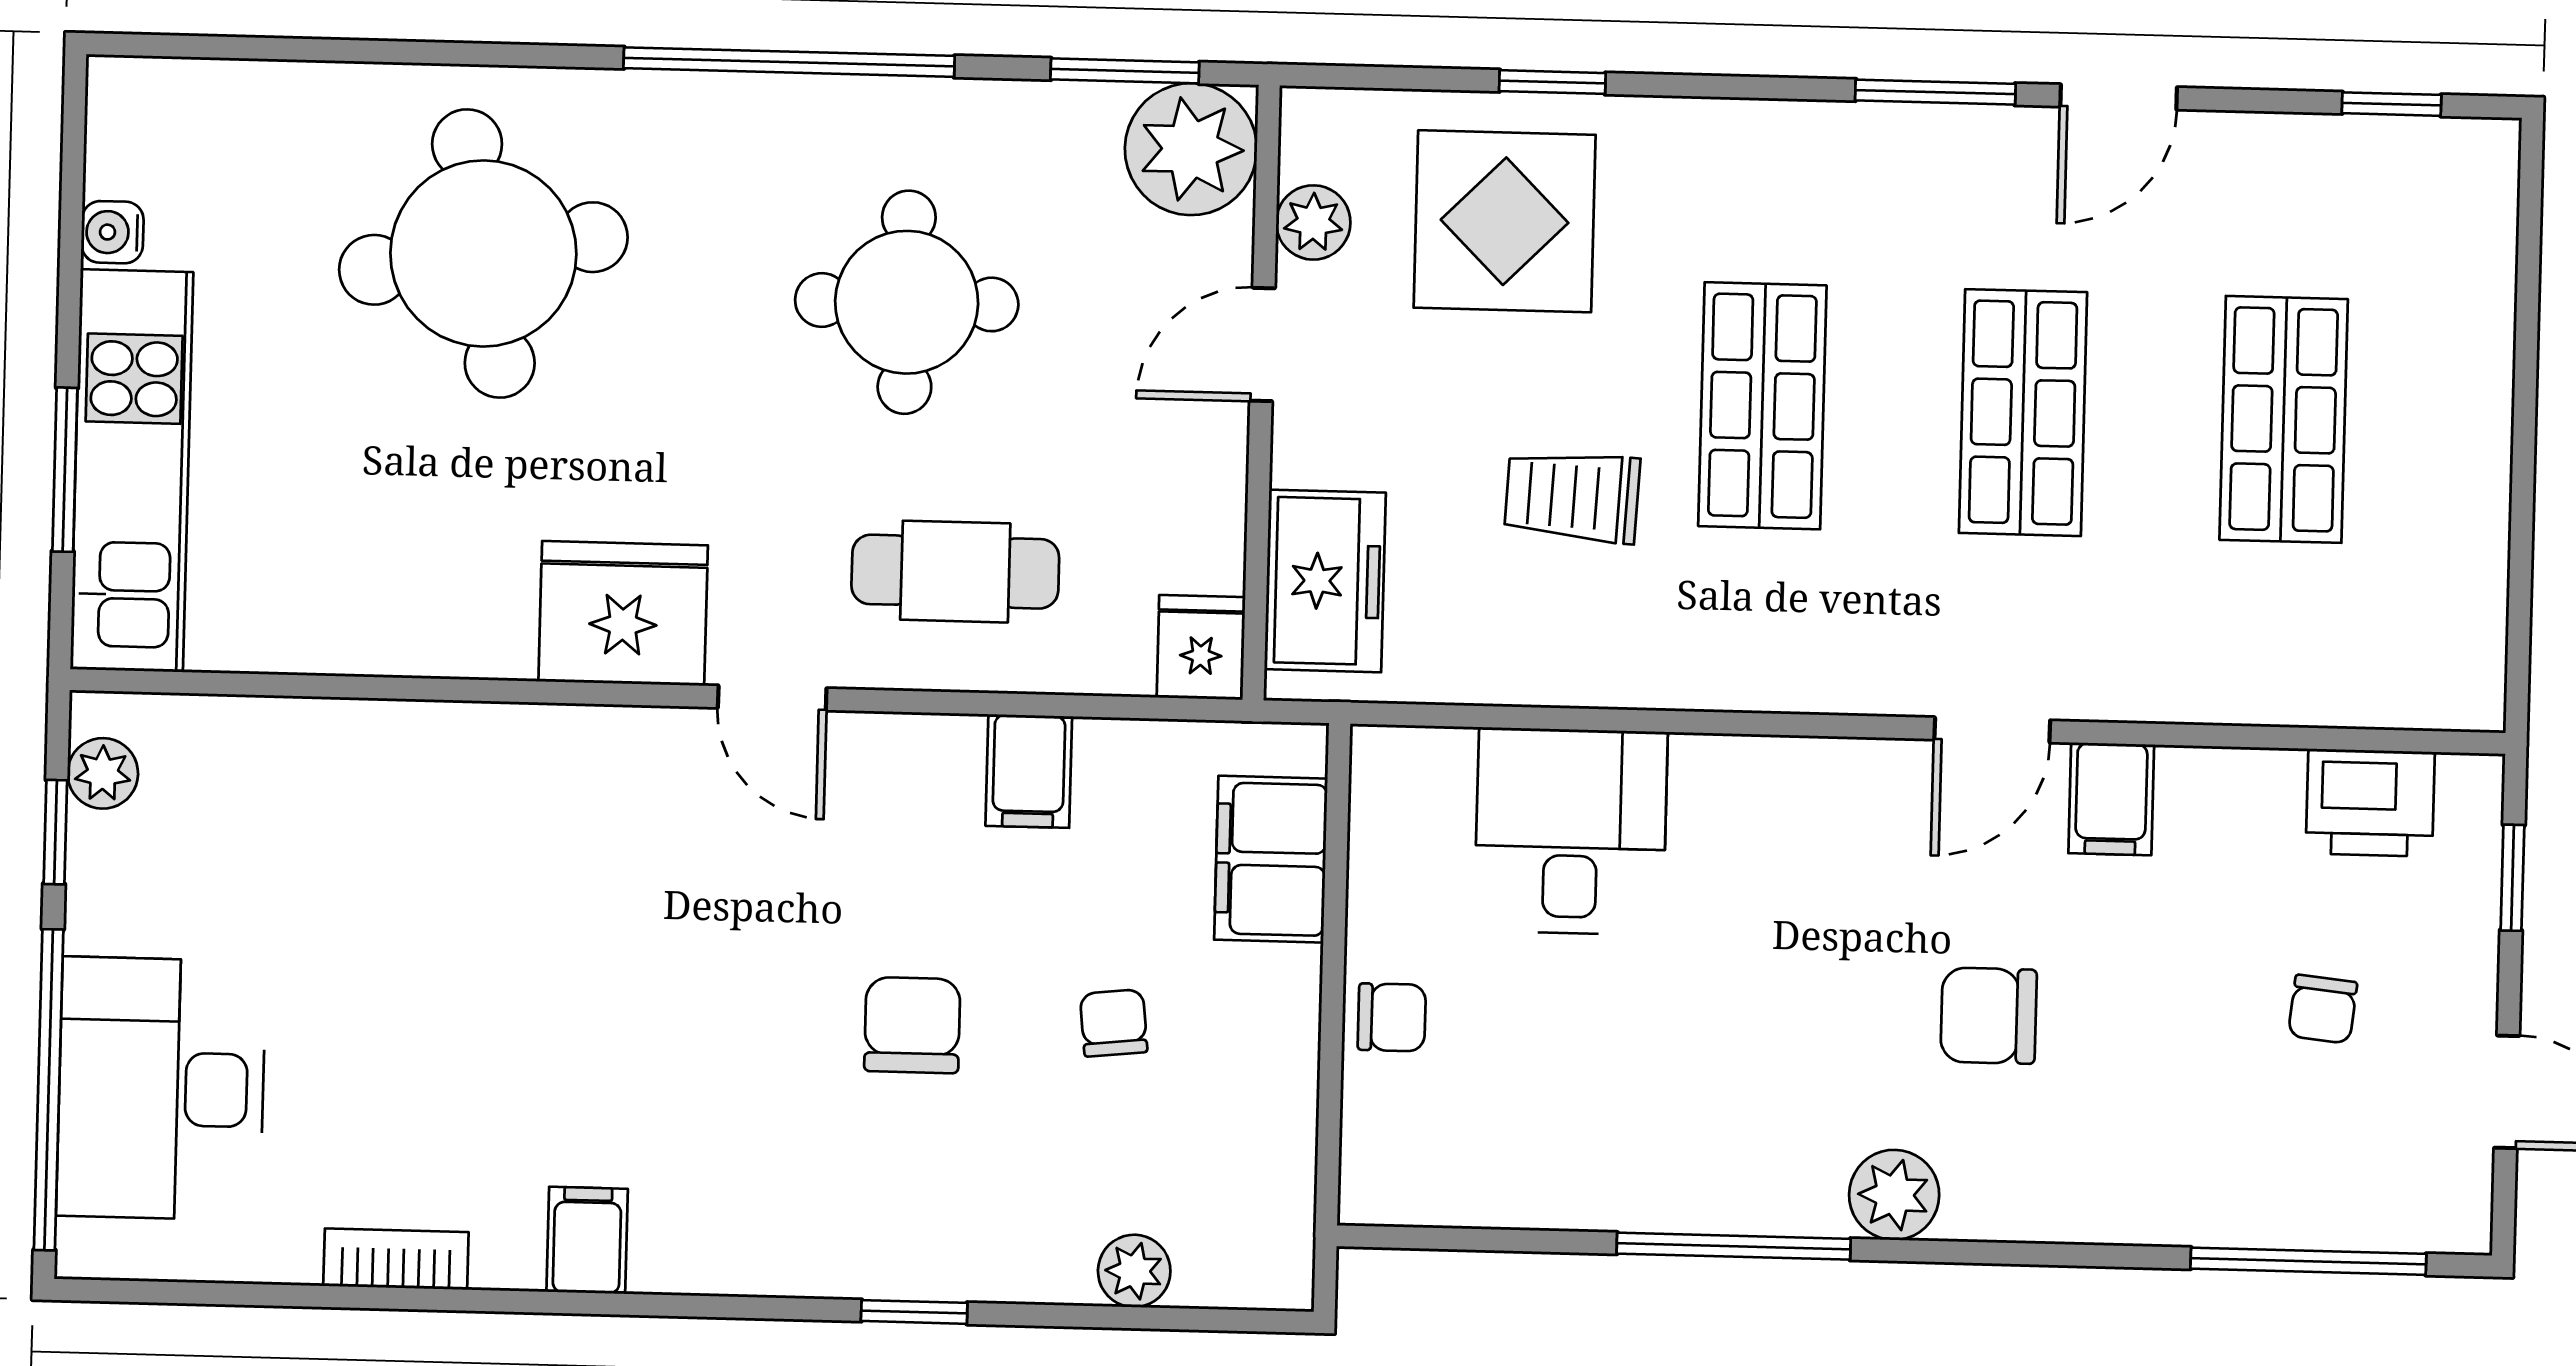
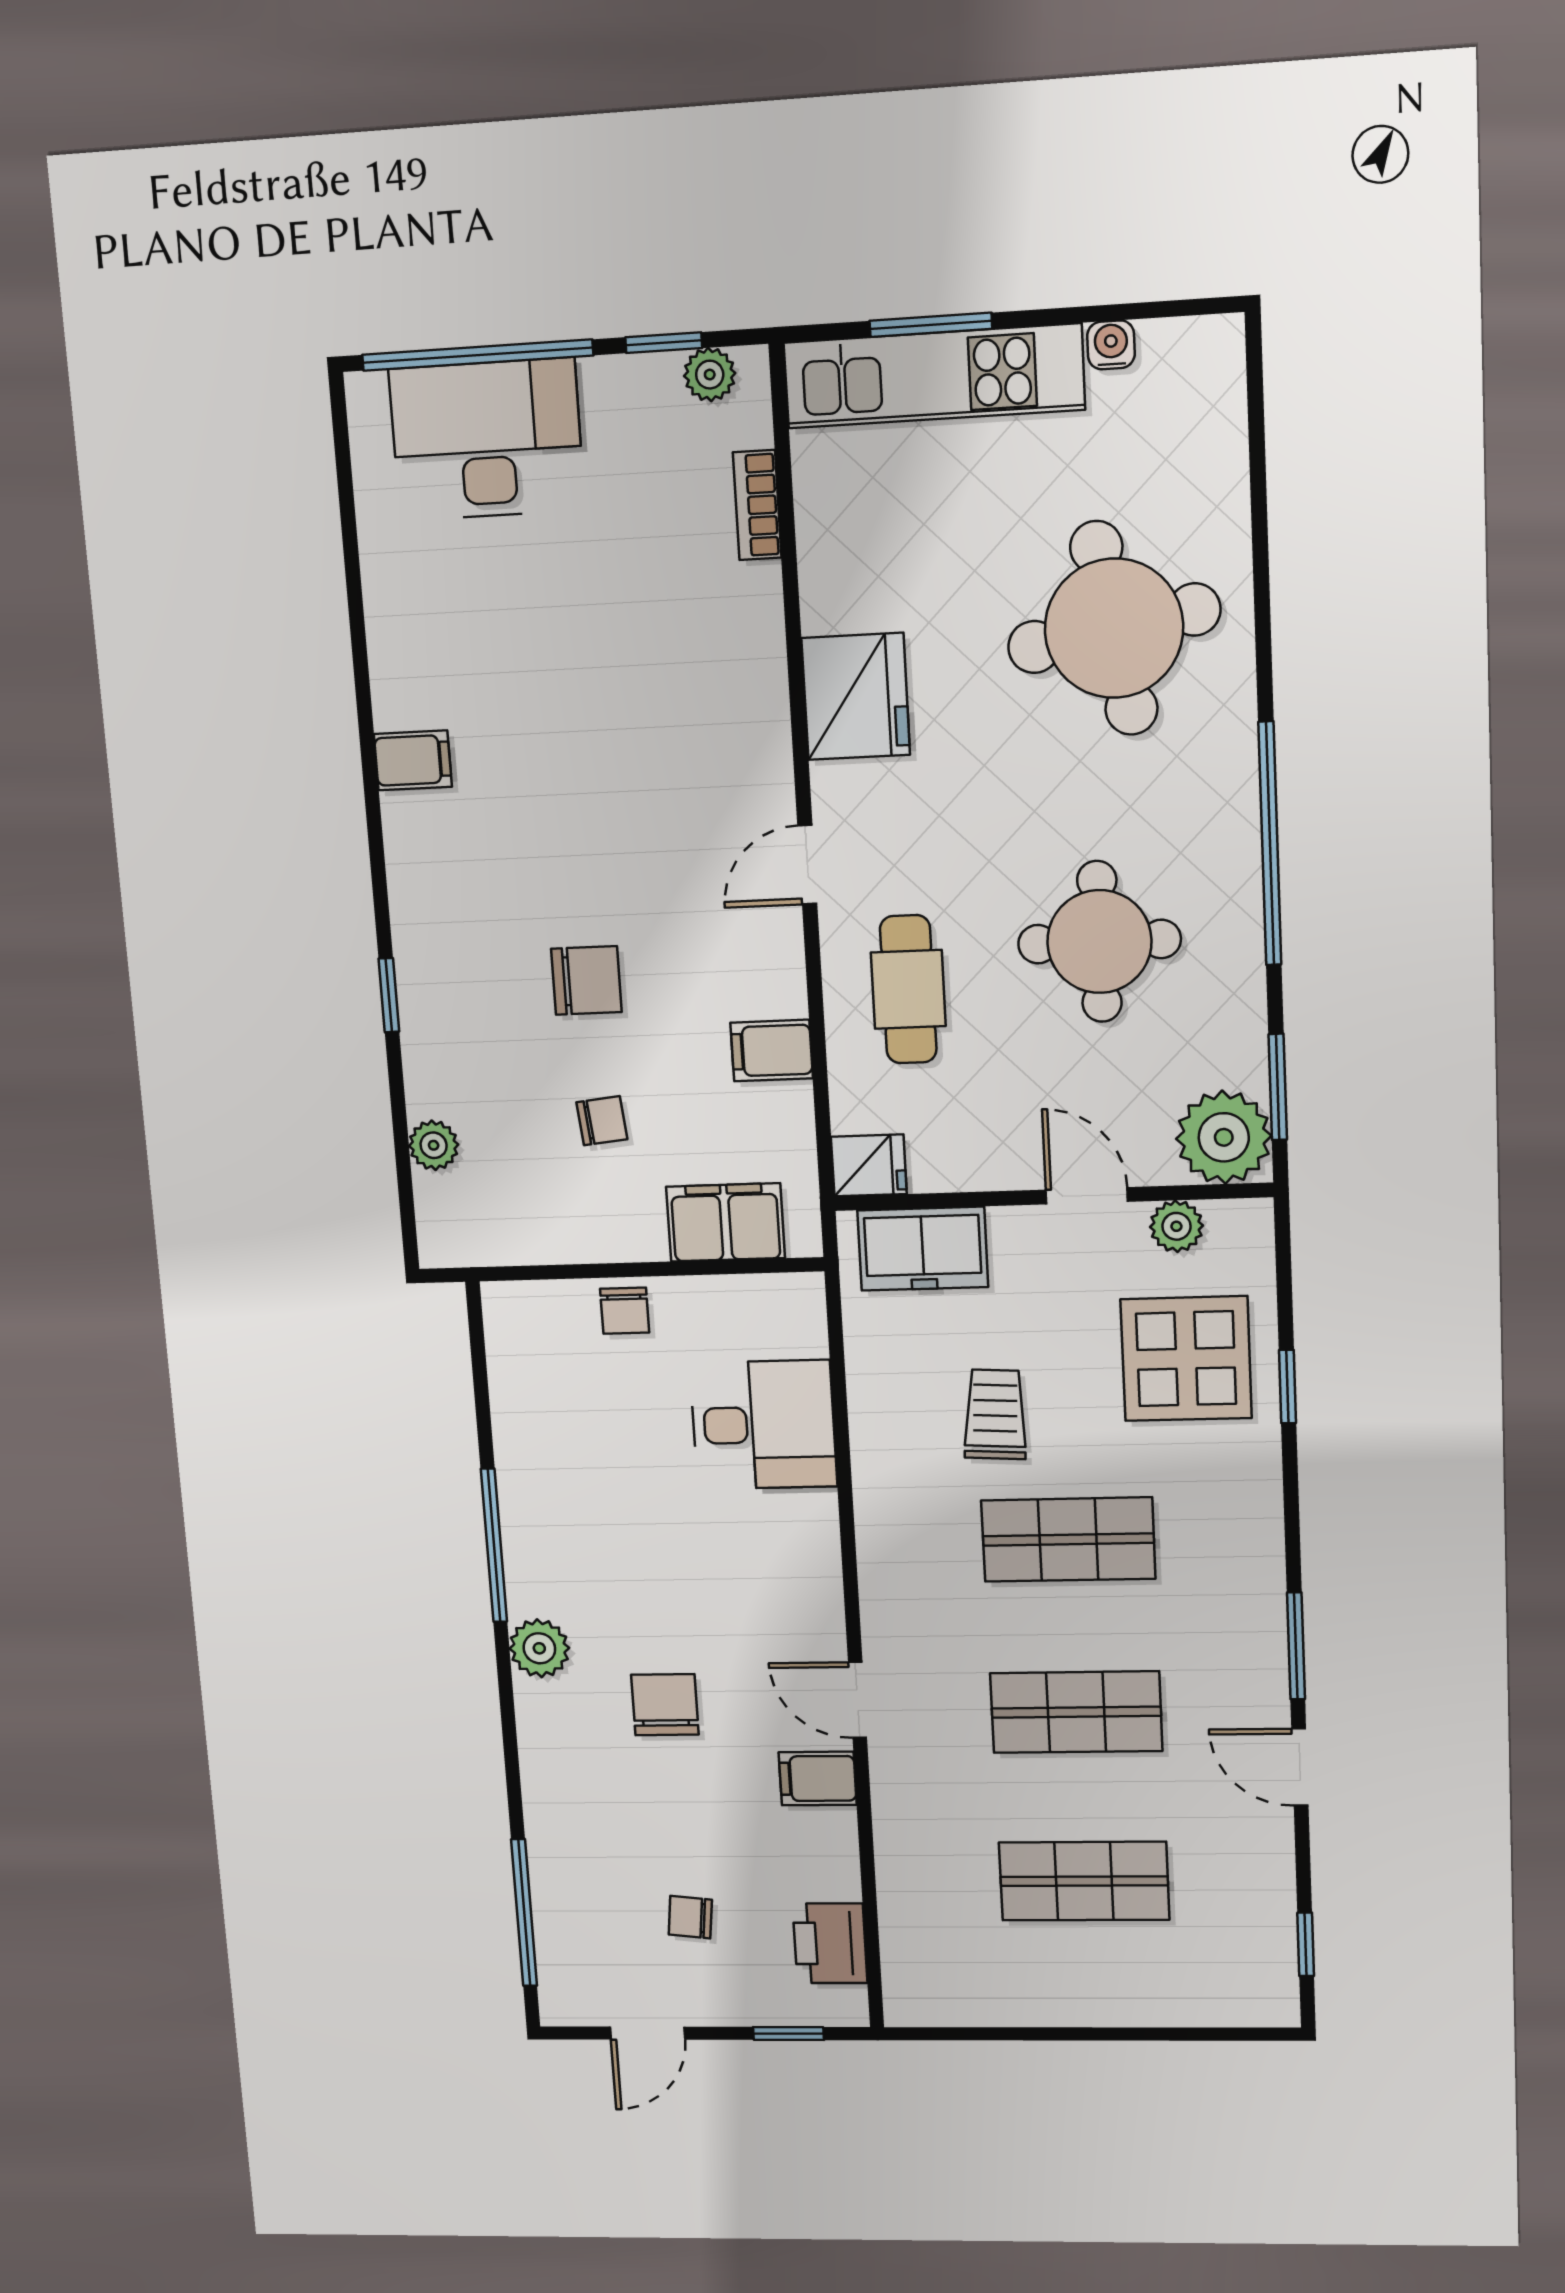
fridge: (623, 613) -> (856, 696), moved
bookcase: (396, 1259) -> (757, 505), moved, turned 180

